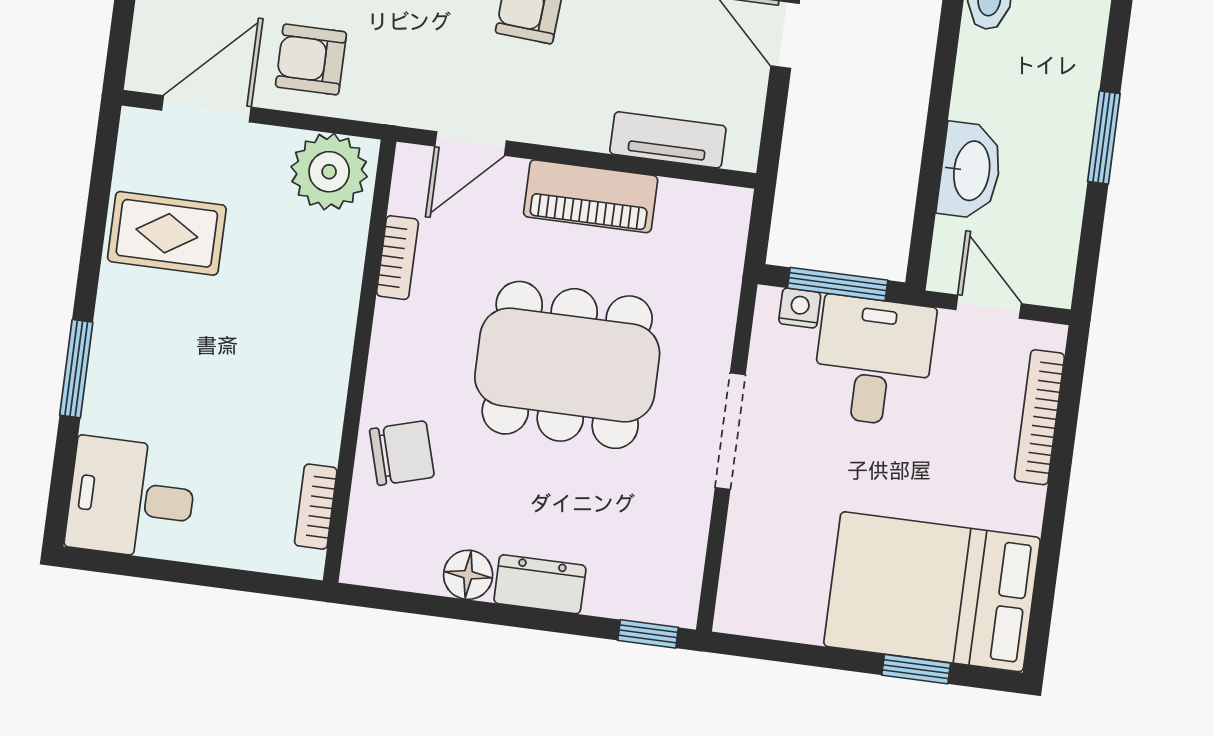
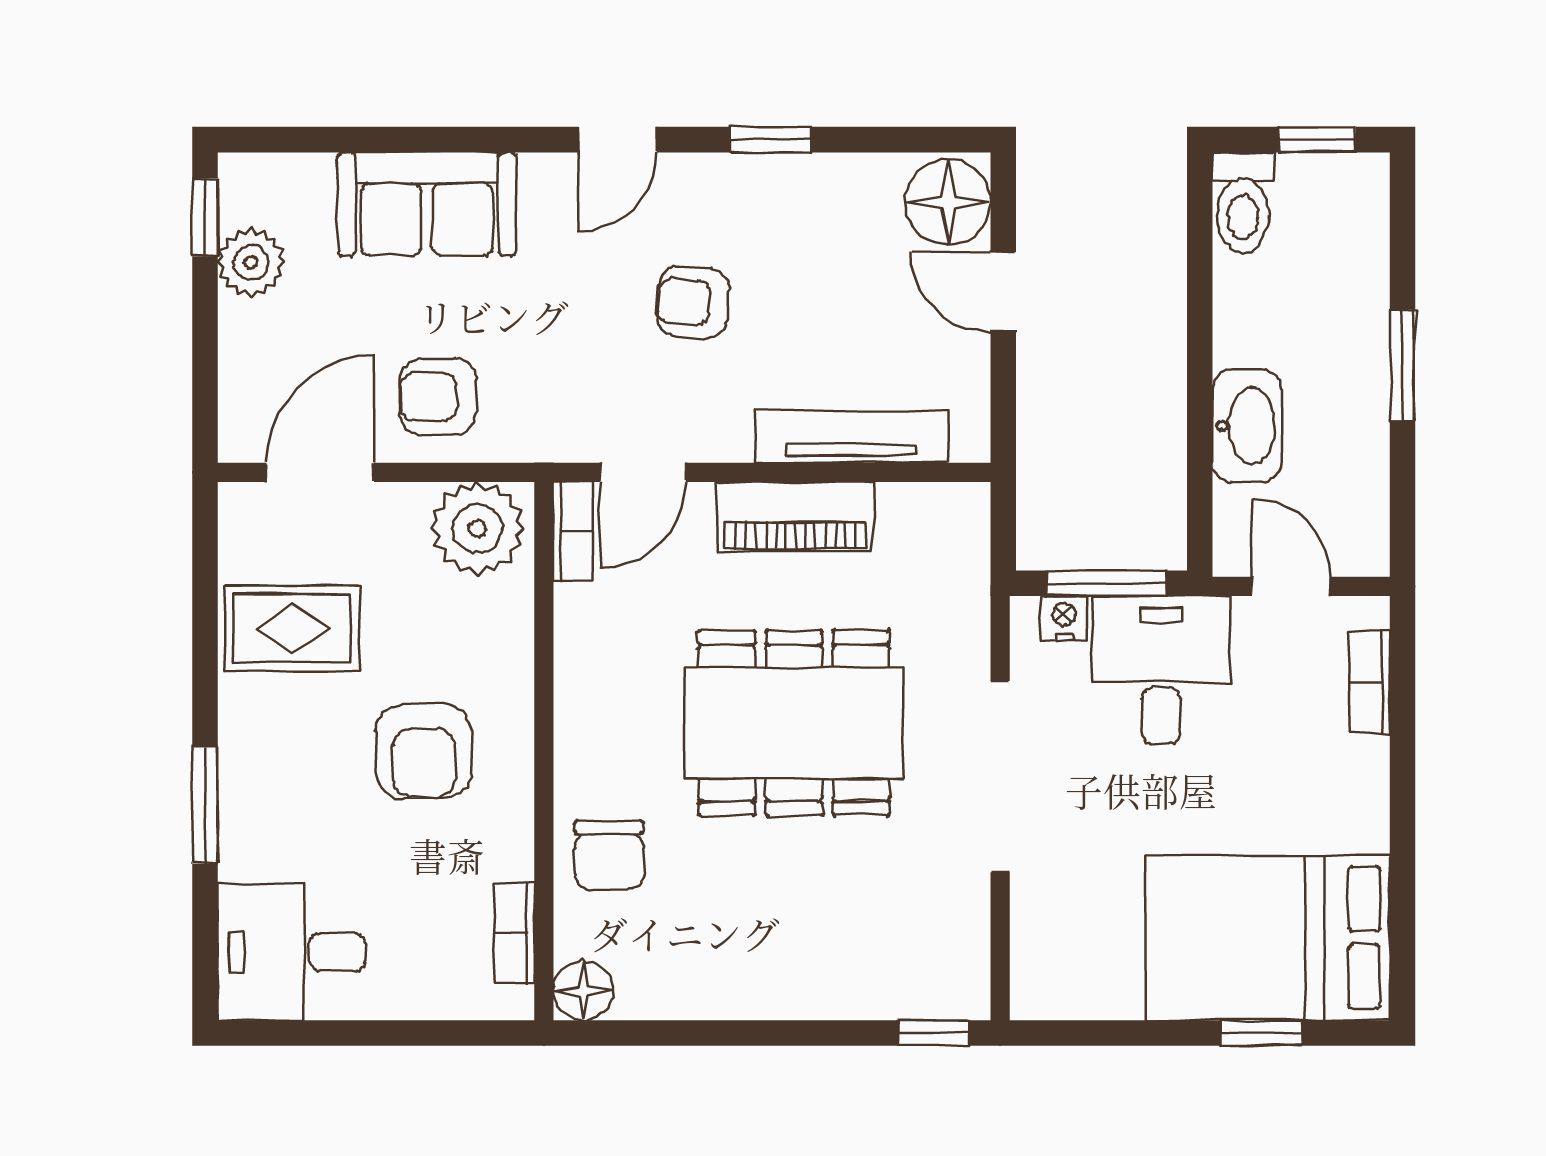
tv unit: (668, 140) -> (851, 437), width x1.41
bookcase: (397, 258) -> (573, 531), moved
armchair: (261, 348) -> (424, 751), added
bookcase: (1039, 417) -> (1369, 682), width x0.64
doorway: (730, 431) -> (1000, 777), width x1.36
chair: (402, 453) -> (609, 855), turned 106
floor lamp: (468, 575) -> (583, 991), moved
dresser: (540, 584) -> (796, 991), removed

